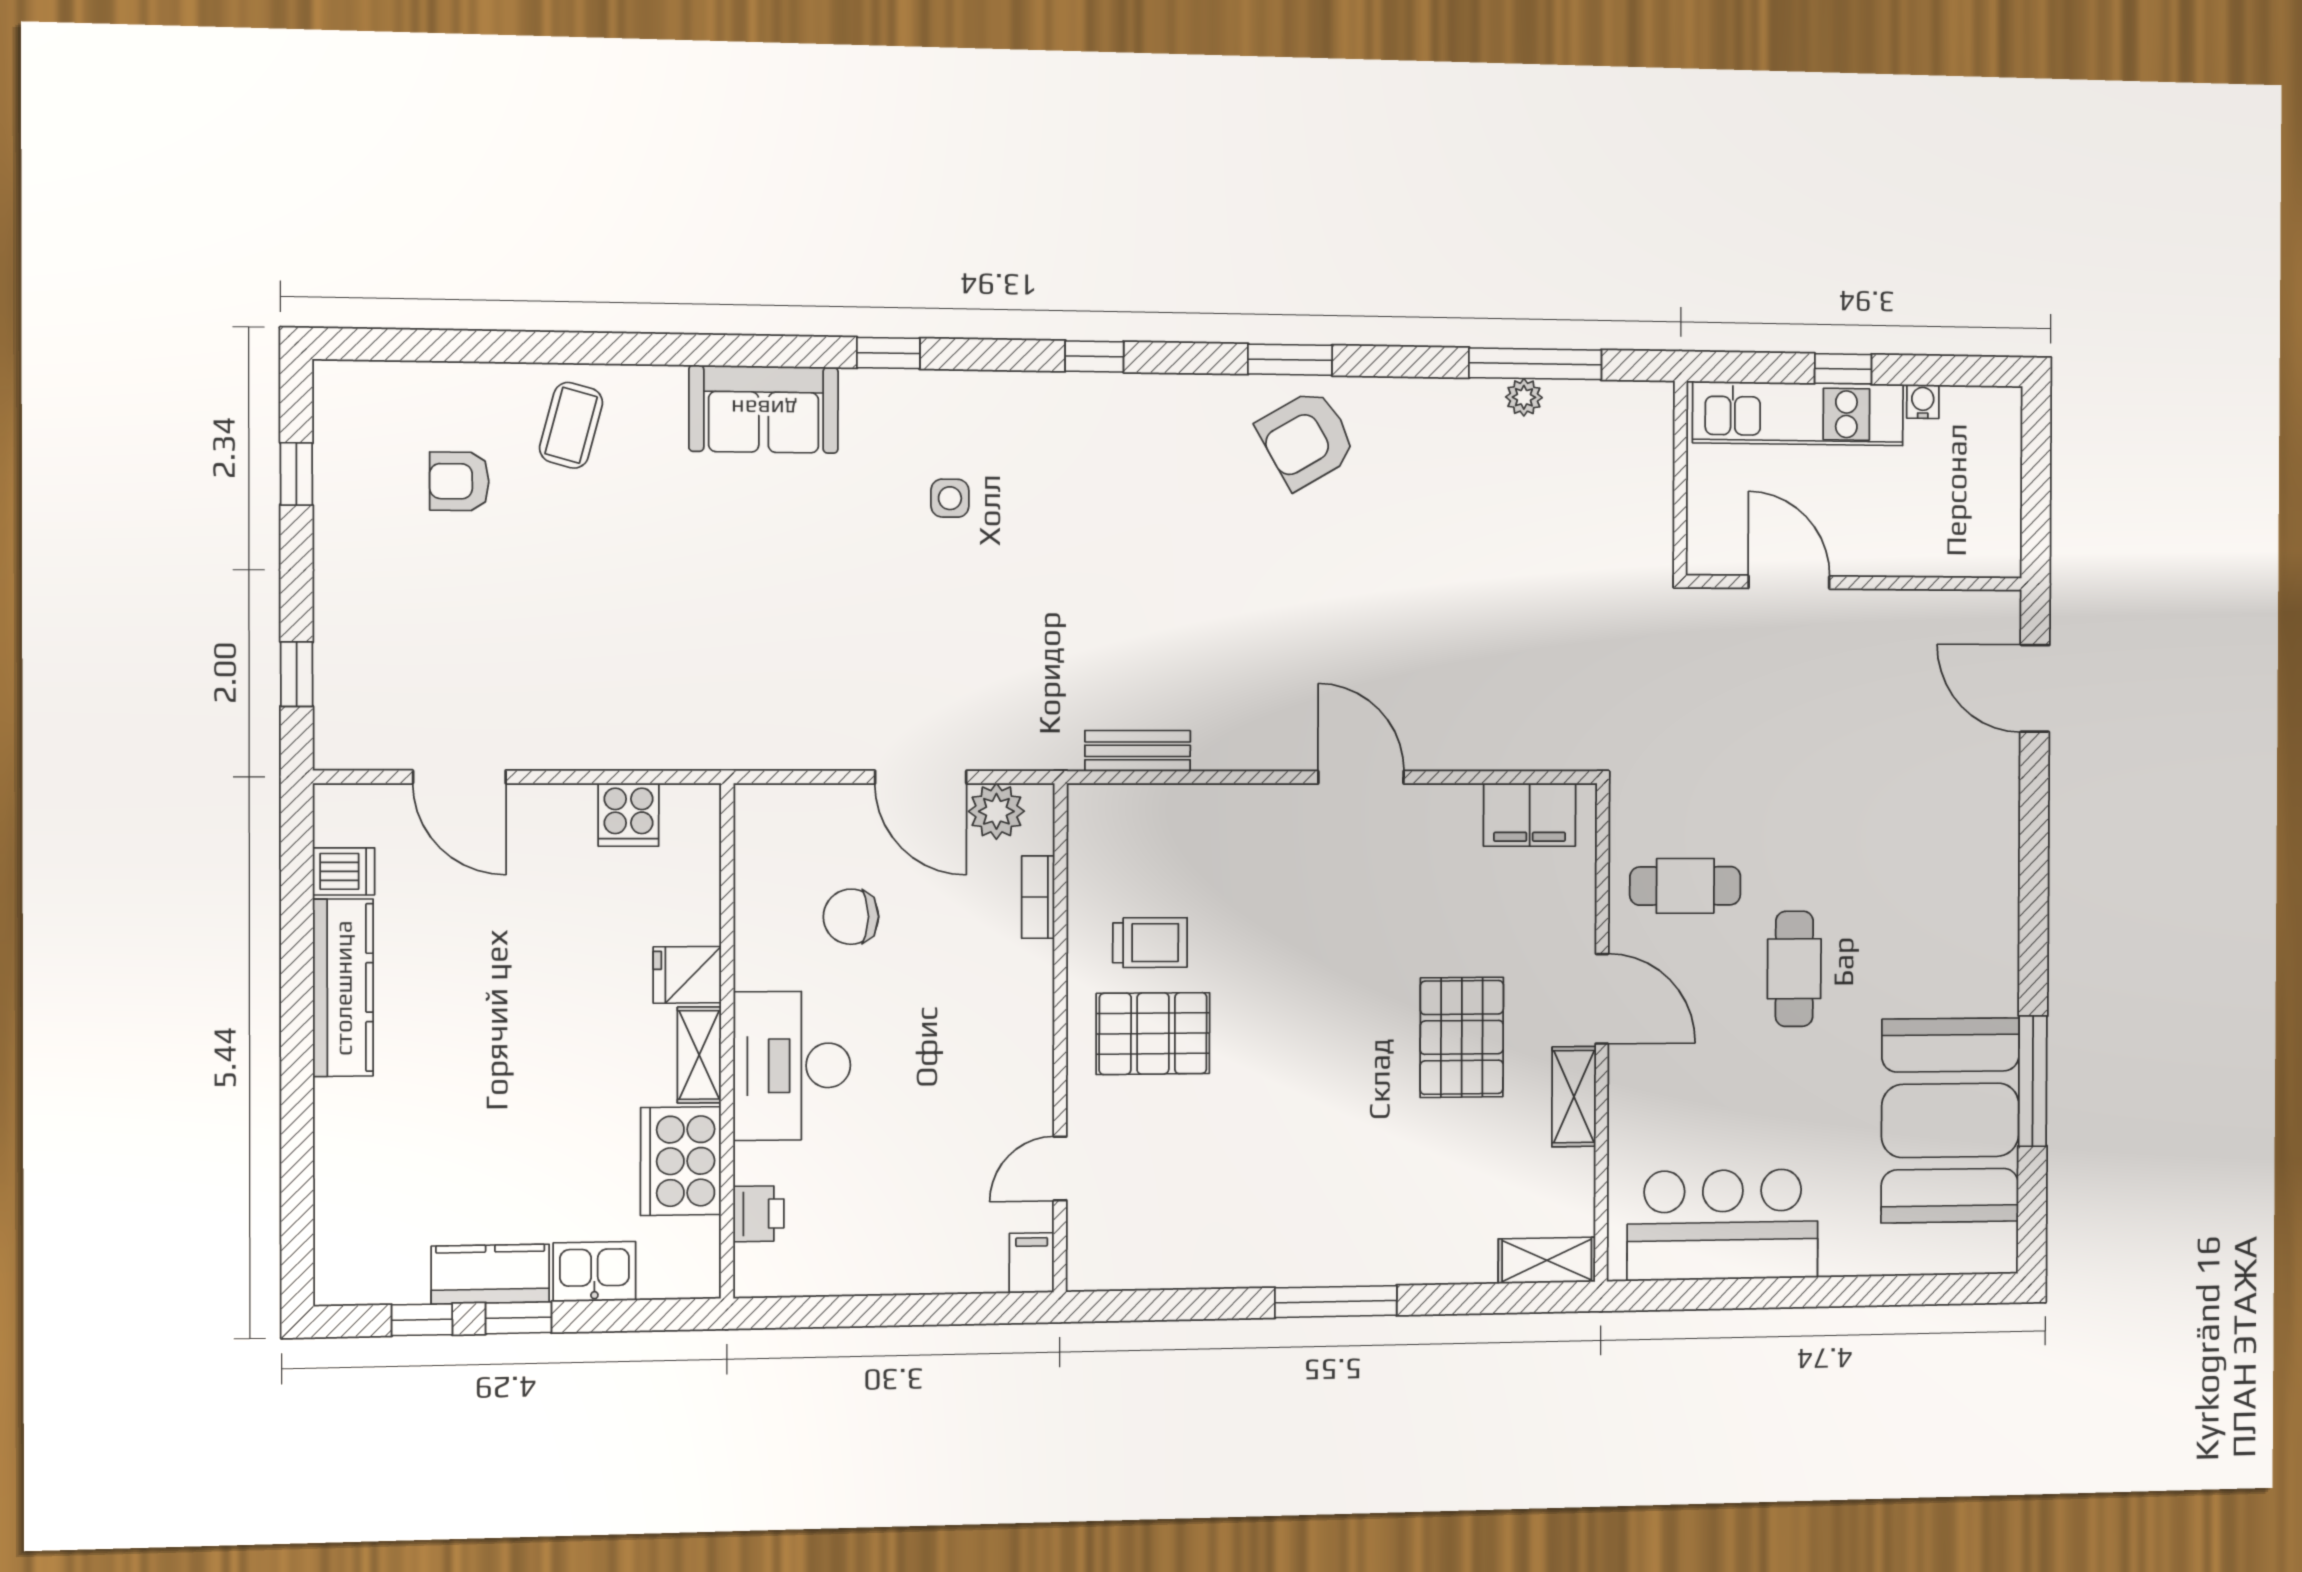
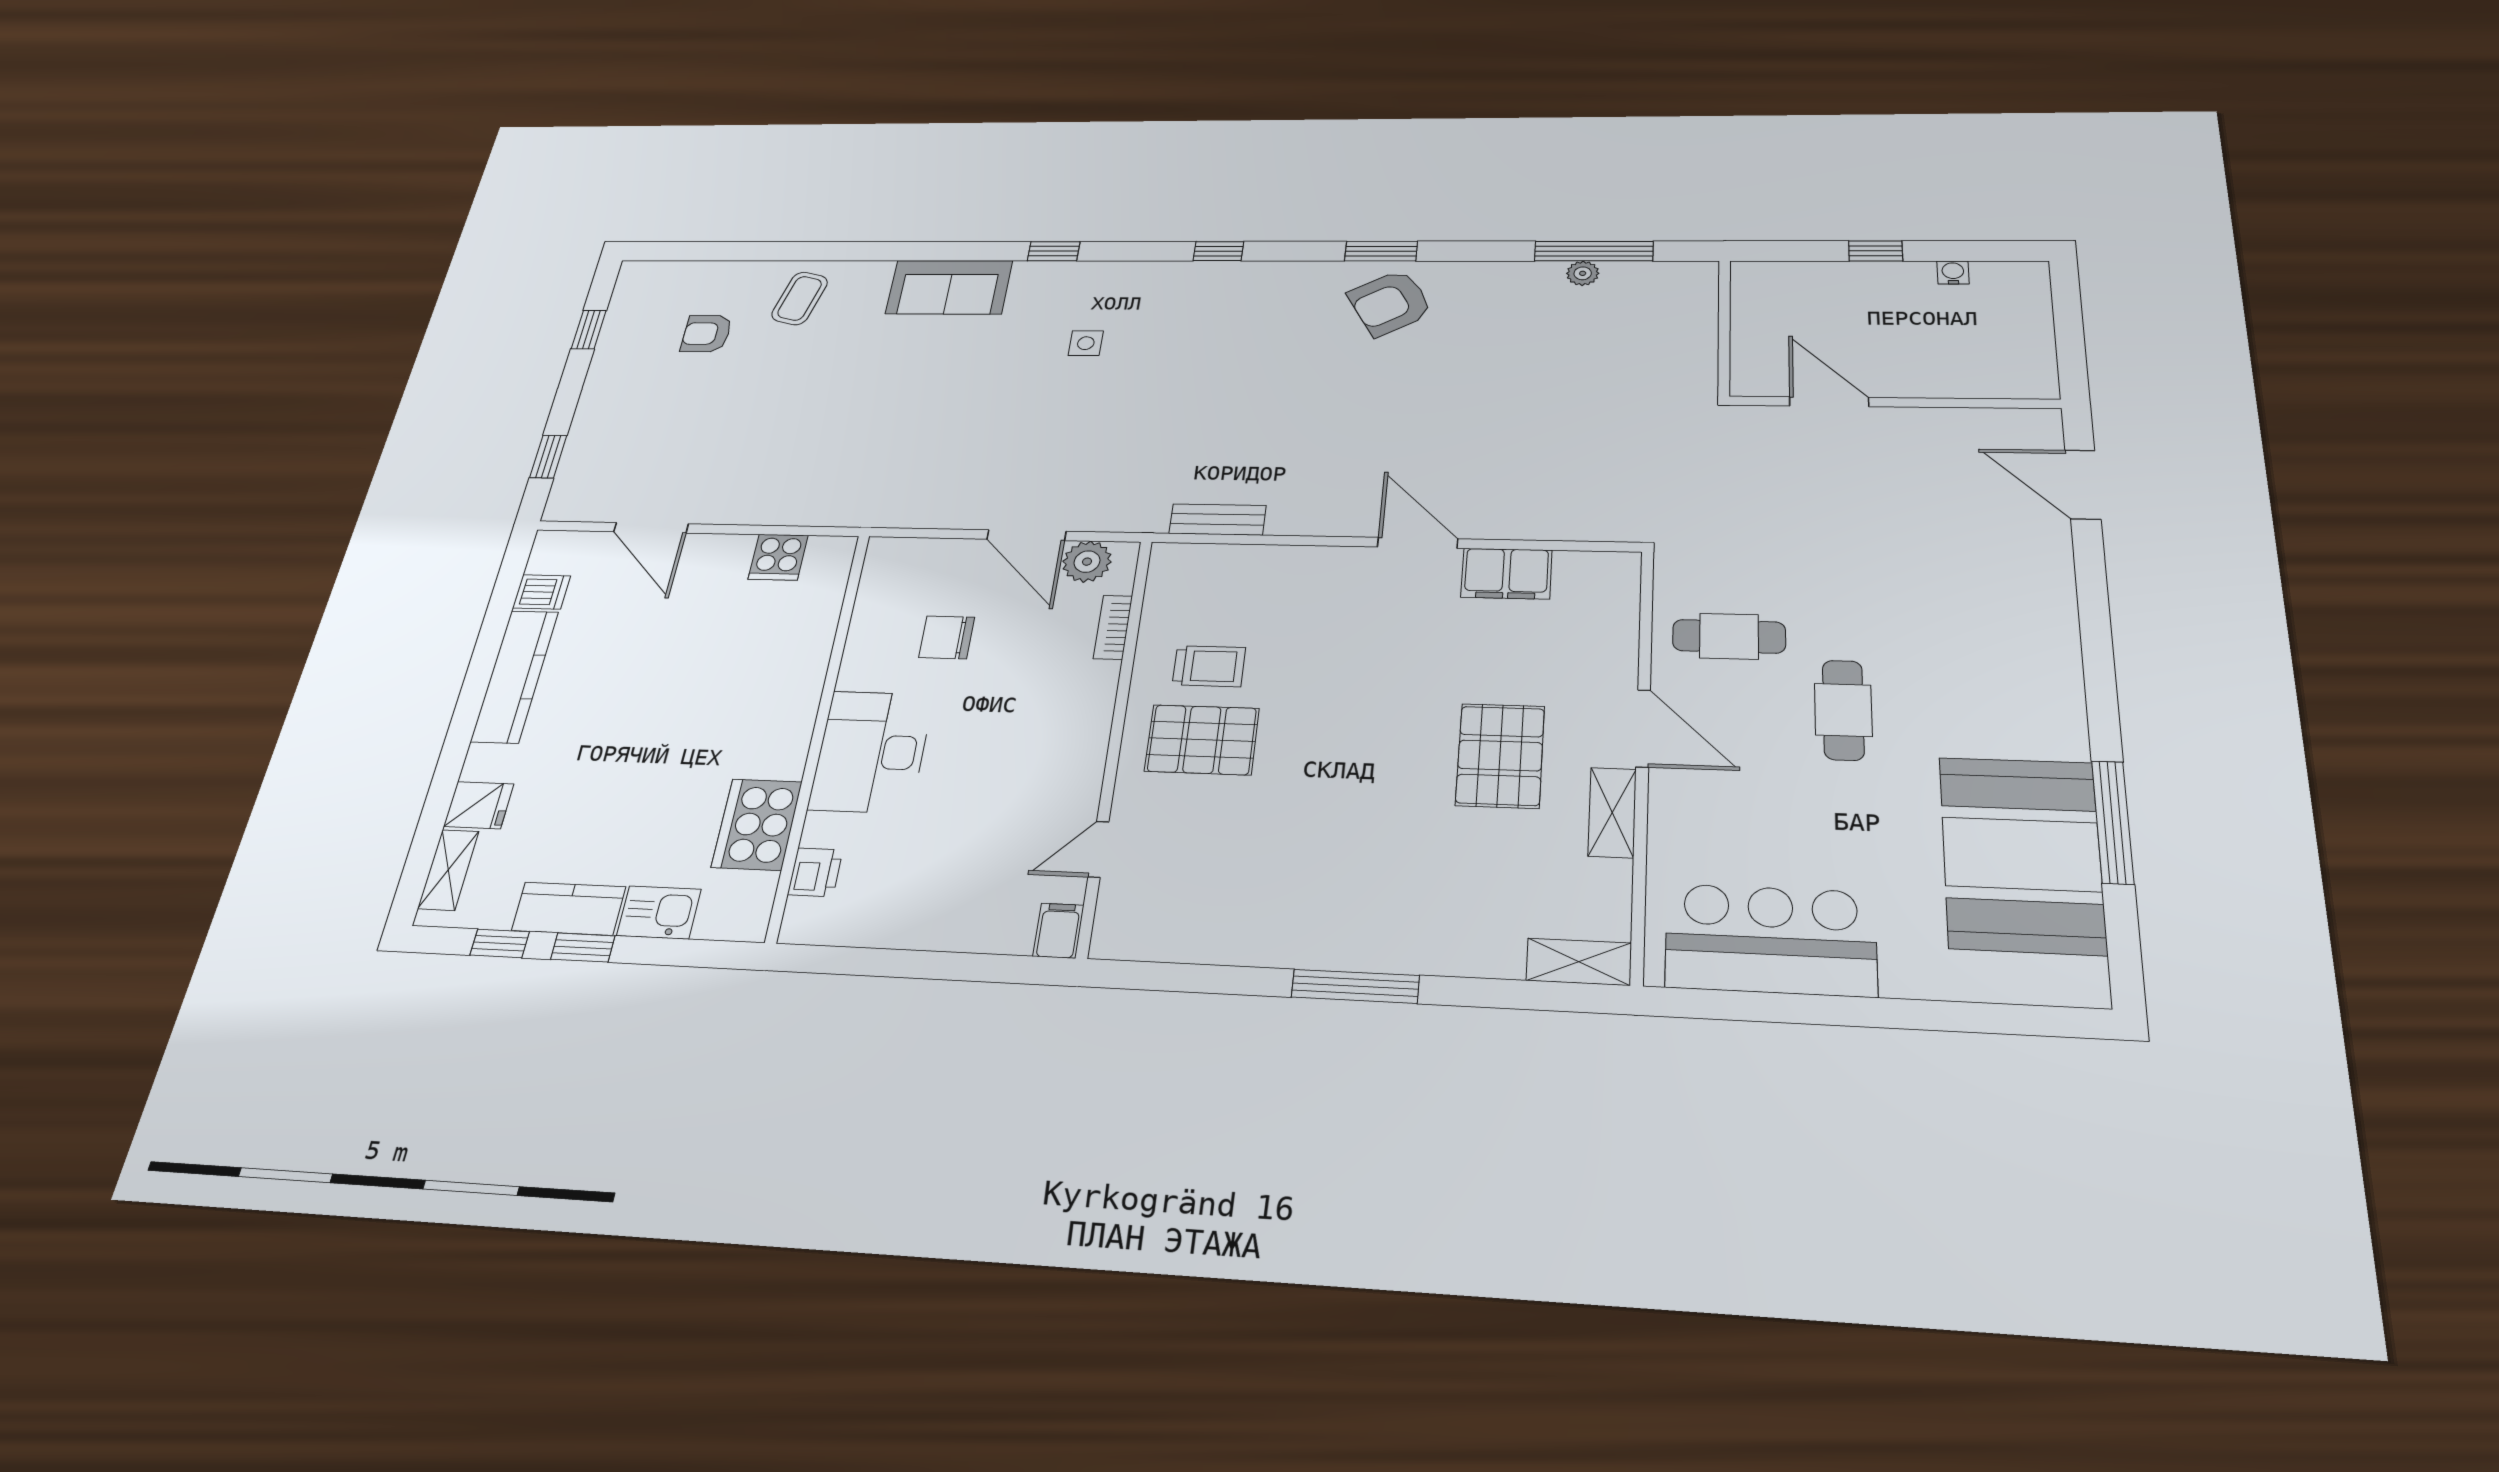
kitchen unit: (1798, 414) -> (1834, 282), removed
filing cabinet: (1530, 815) -> (1506, 574), moved
fridge: (687, 975) -> (479, 805), moved, turned 180
shelving: (699, 1055) -> (448, 870), moved

